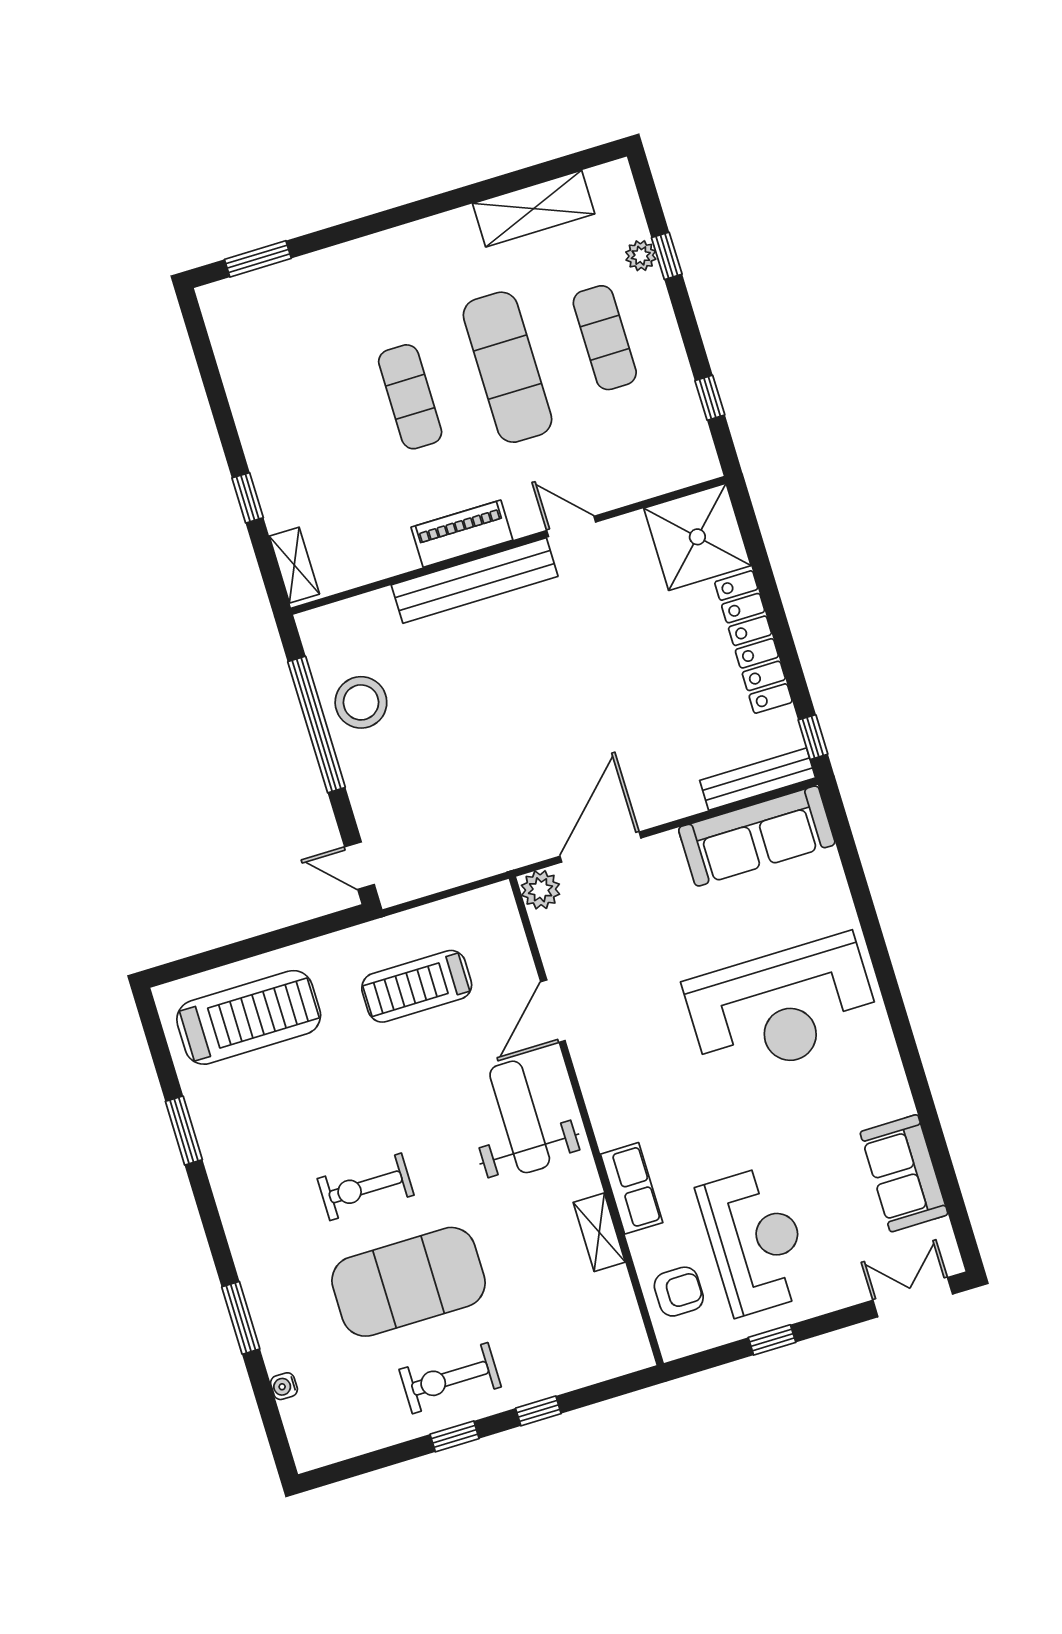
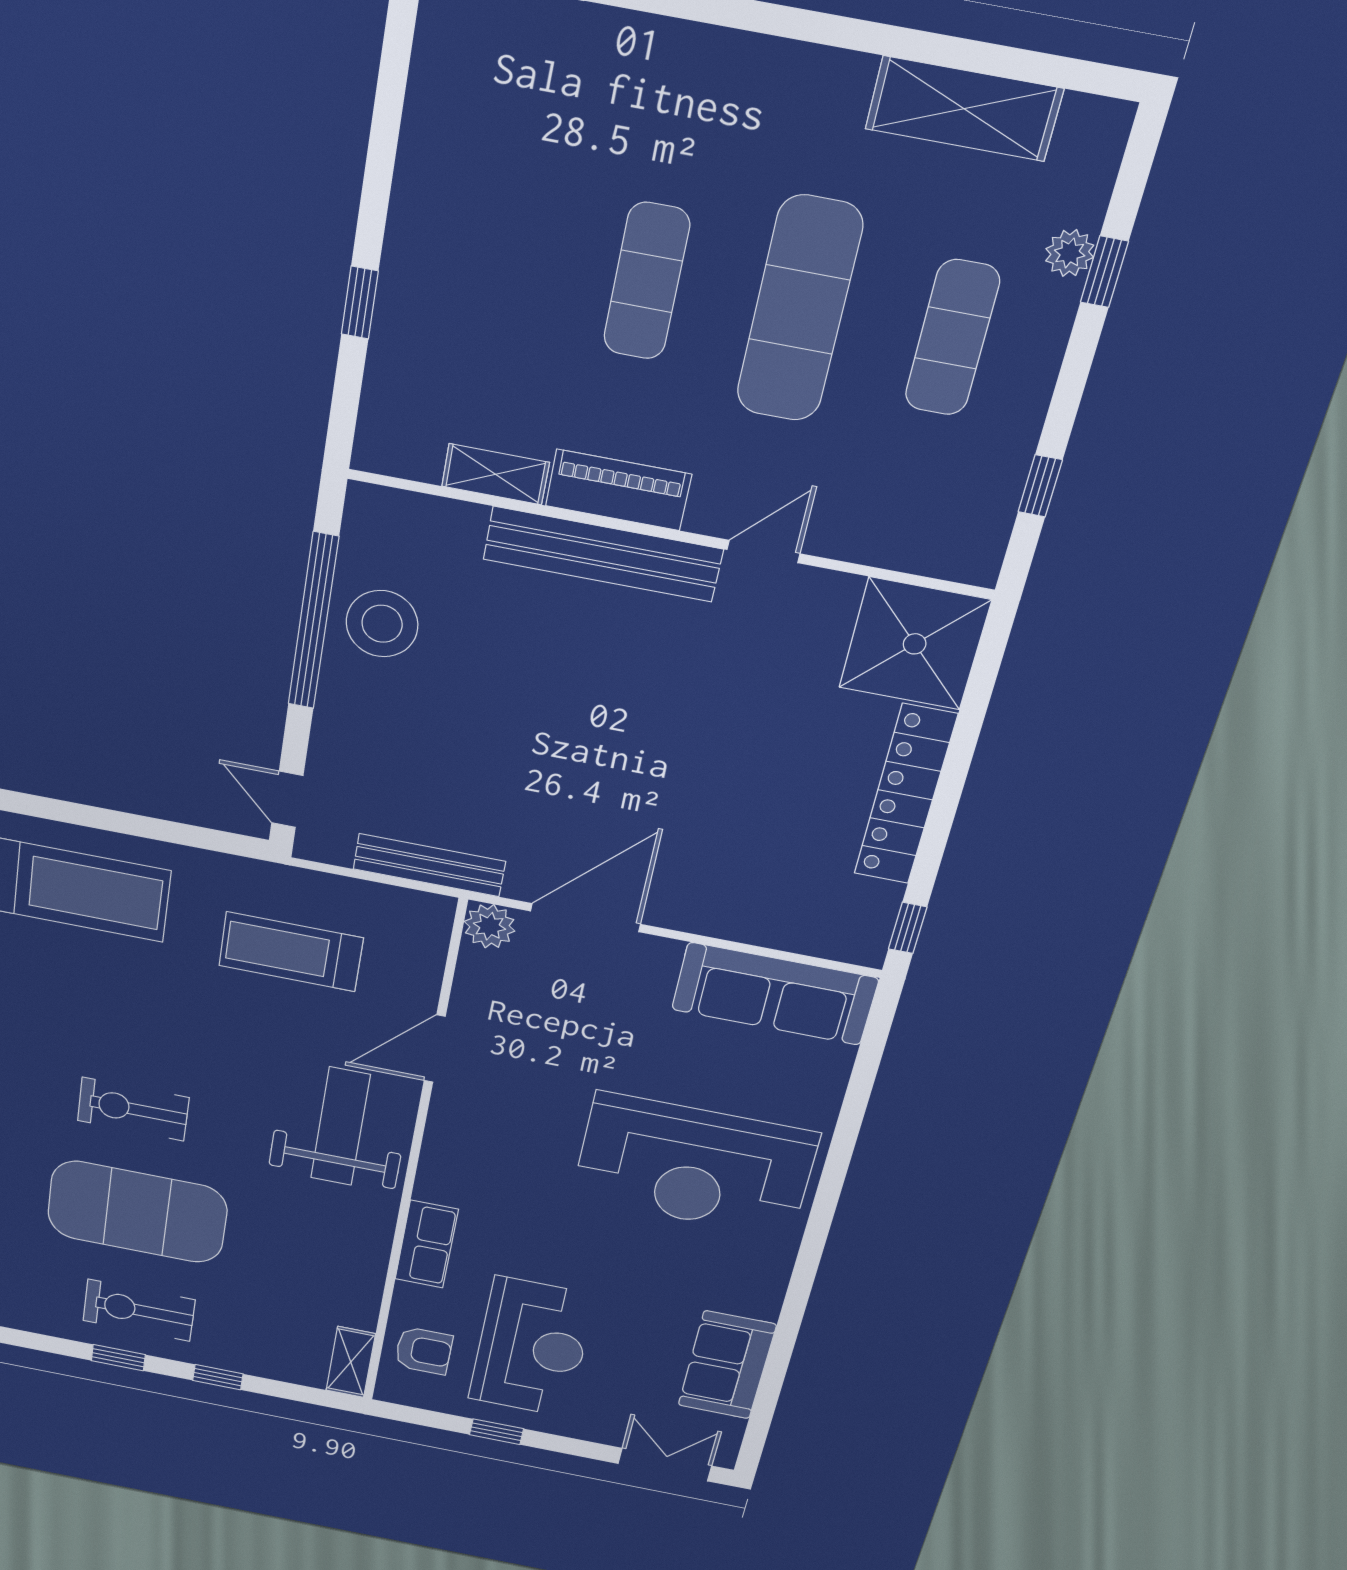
door: (571, 526) -> (763, 552), hinge flipped
shelving: (294, 565) -> (495, 474), moved, turned 90
bench: (758, 779) -> (429, 865), moved
shelving: (599, 1232) -> (351, 1362), moved

